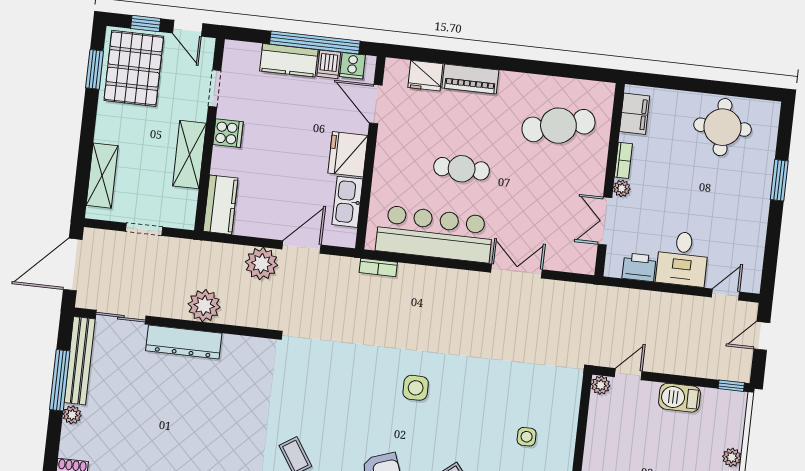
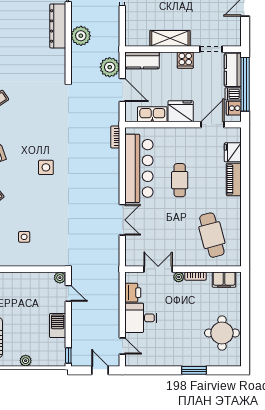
doorway: (215, 88) -> (211, 49), moved
cooker: (228, 133) -> (185, 60), moved
wall: (209, 135) -> (183, 49), moved
shelving: (189, 155) -> (170, 38), moved
kitchen counter: (220, 205) -> (142, 60), moved

